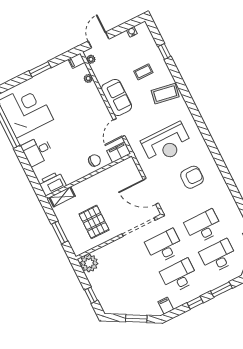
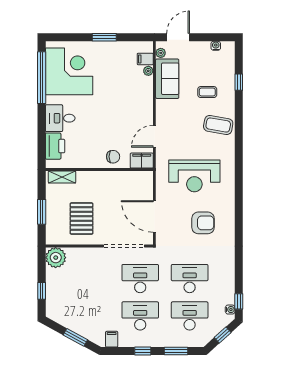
filing cabinet: (76, 61) -> (145, 59), moved
sofa: (117, 97) -> (167, 79), moved
printer: (52, 184) -> (55, 146), moved, turned 90

